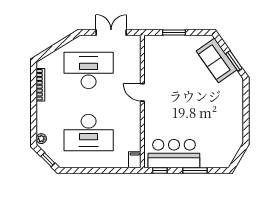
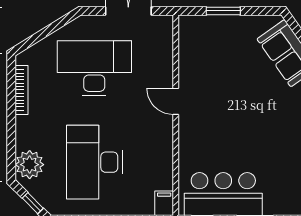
desk: (89, 133) -> (94, 162), turned 90
plant: (41, 139) -> (30, 165), width x1.88, depth x1.88

